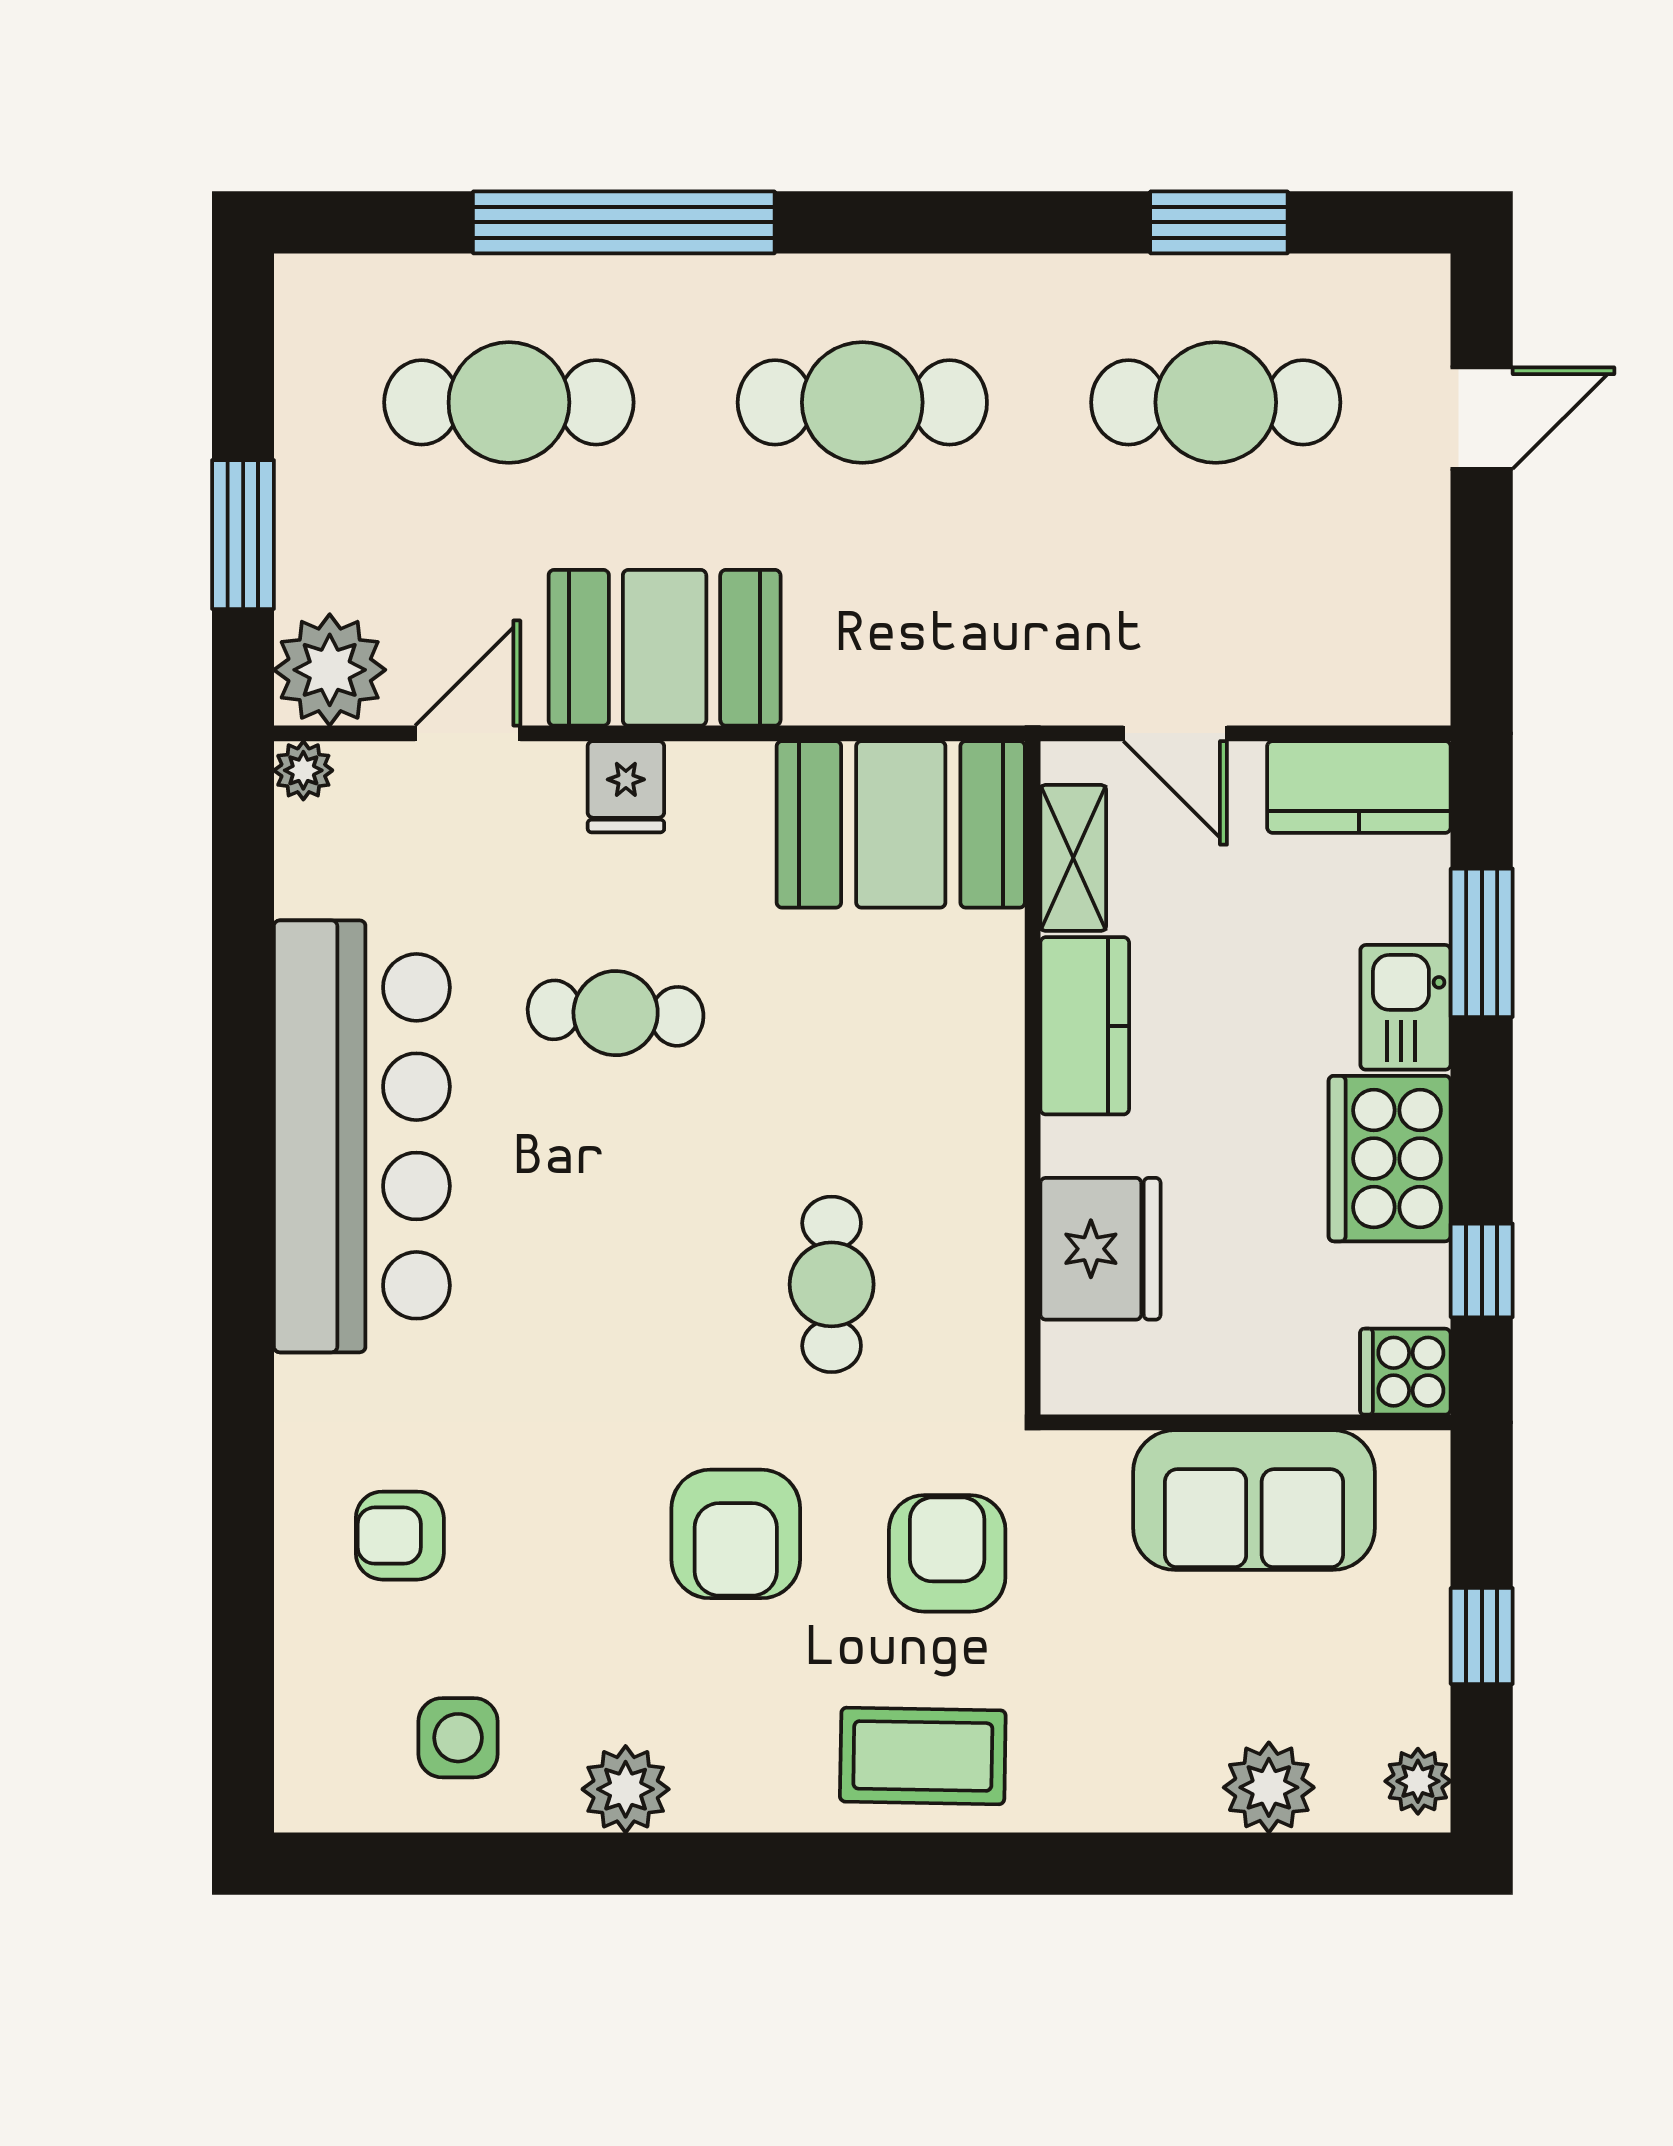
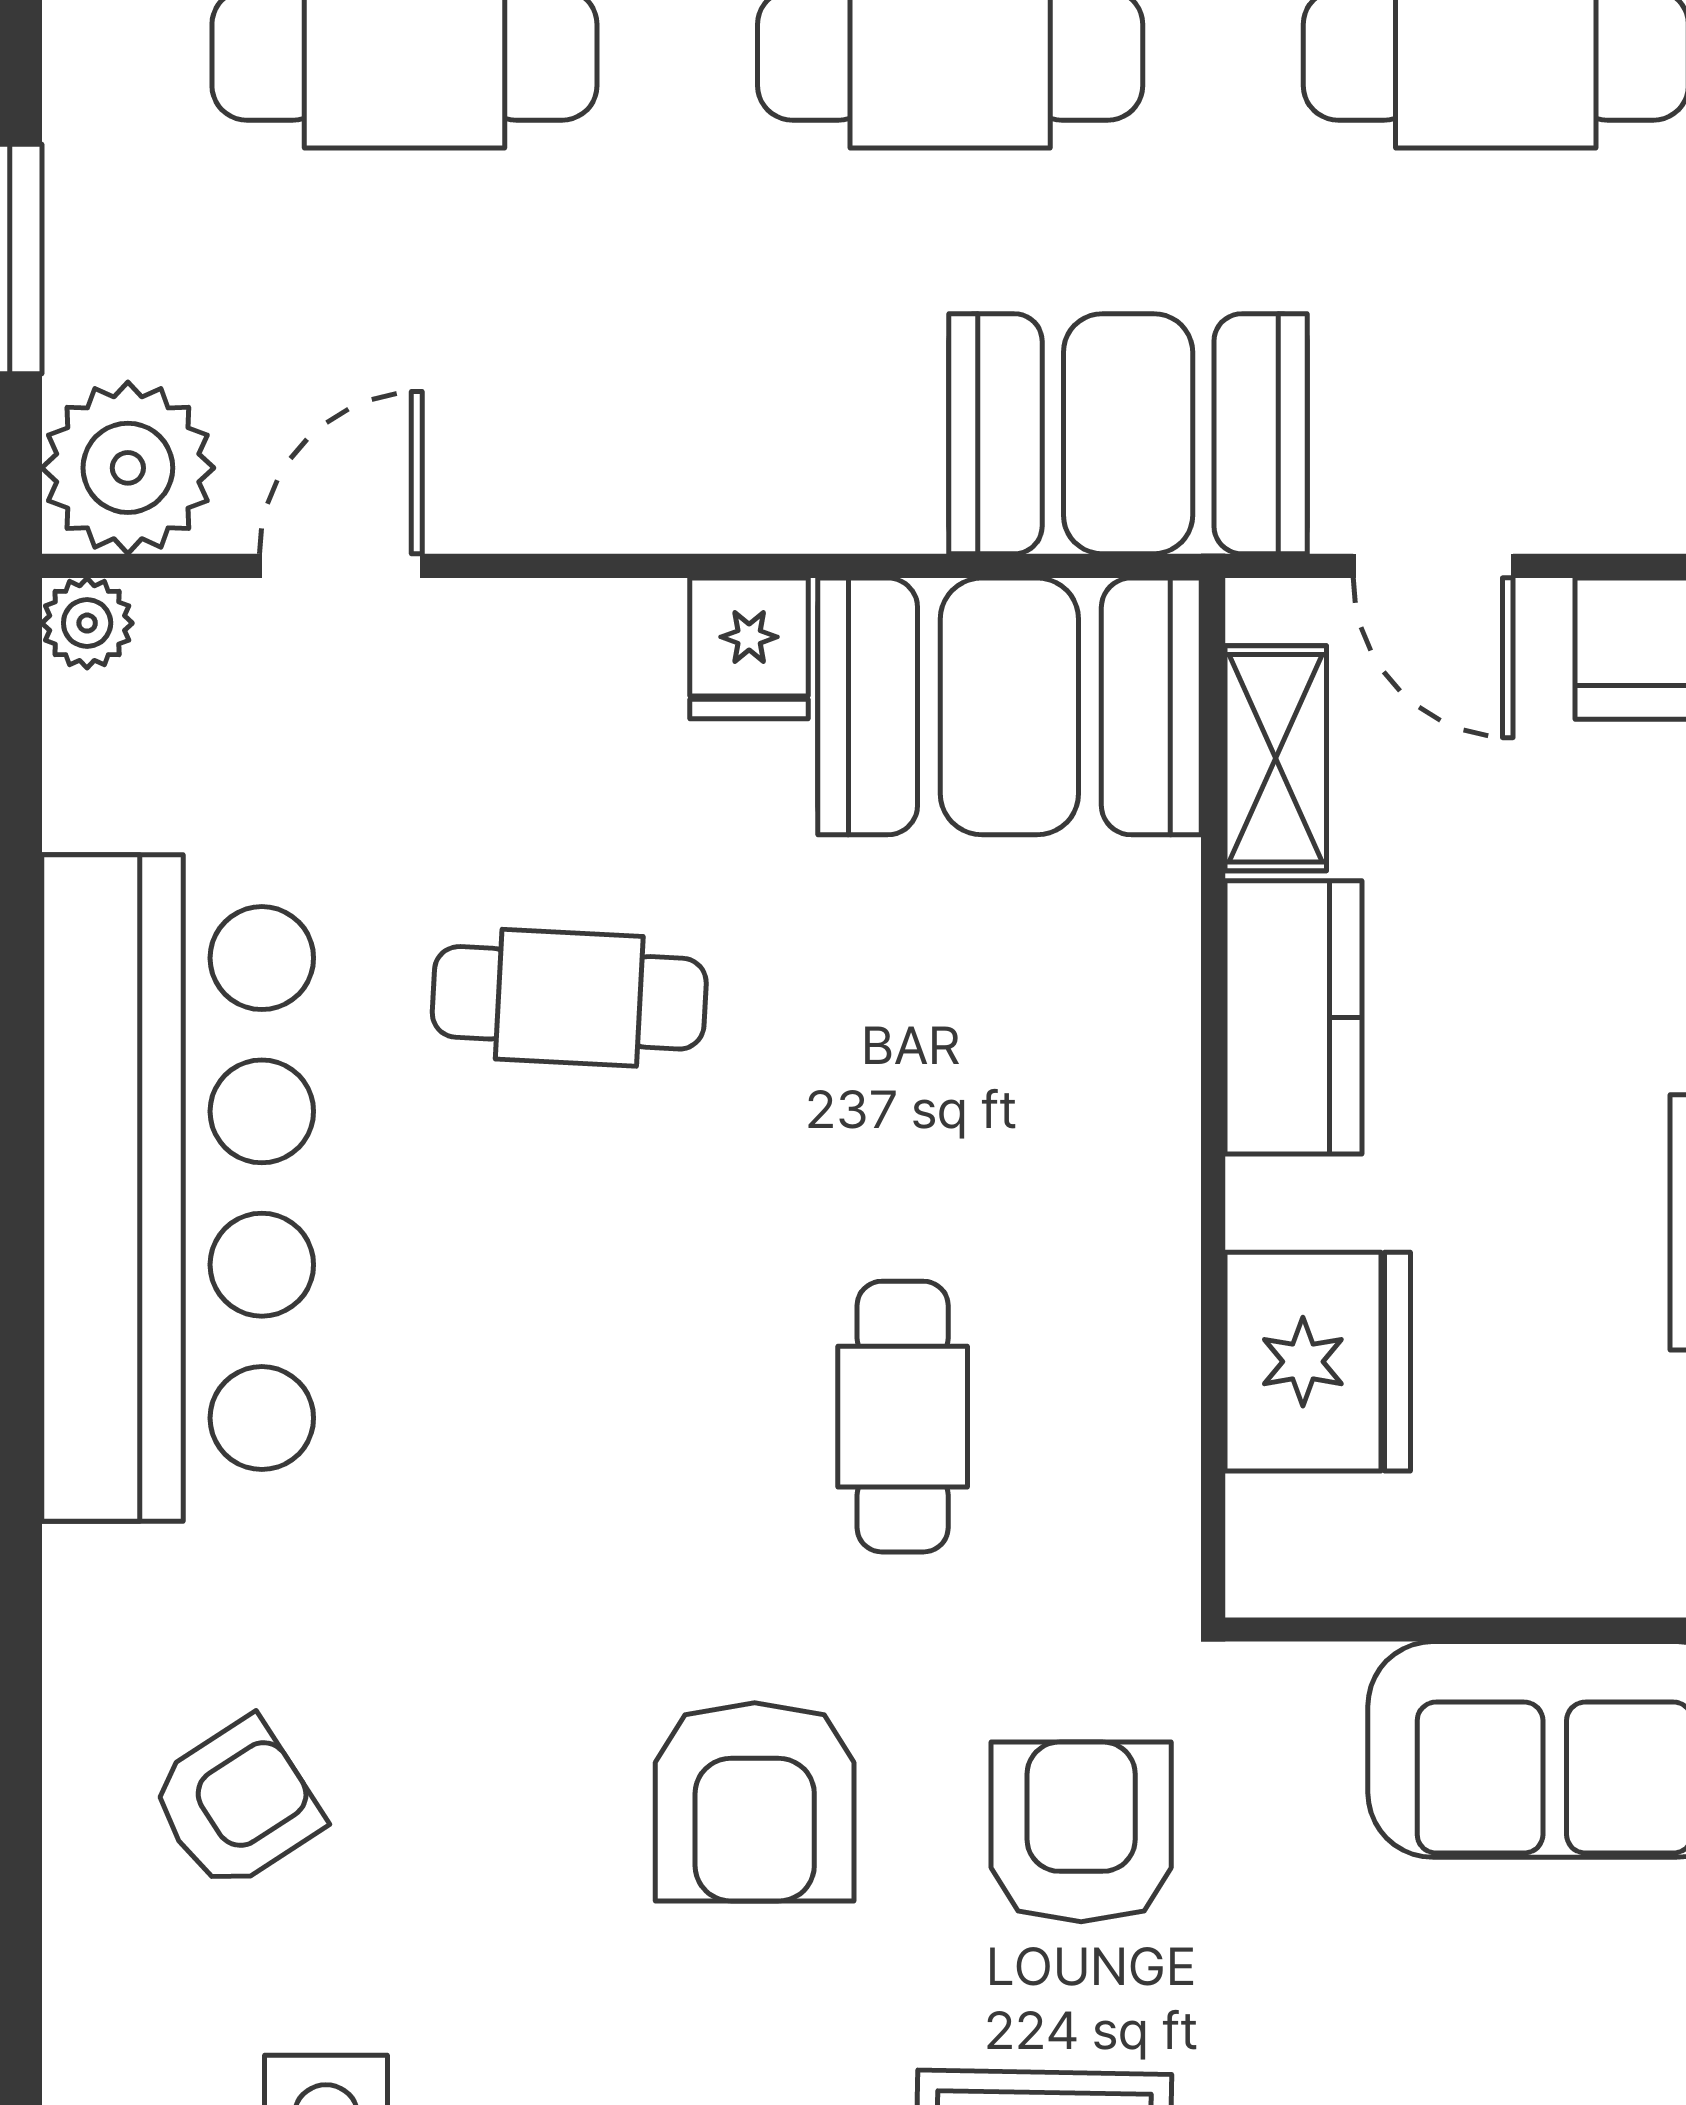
booth: (665, 648) -> (1128, 434), moved
fridge: (626, 787) -> (749, 648), moved
armchair: (400, 1536) -> (236, 1804), turned 147

